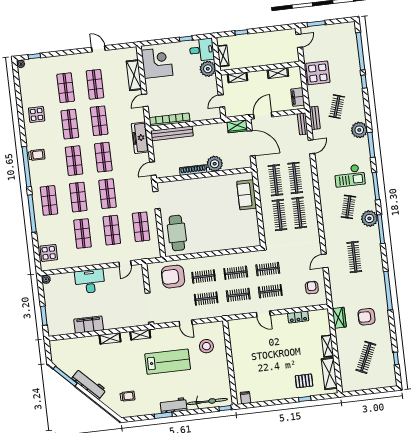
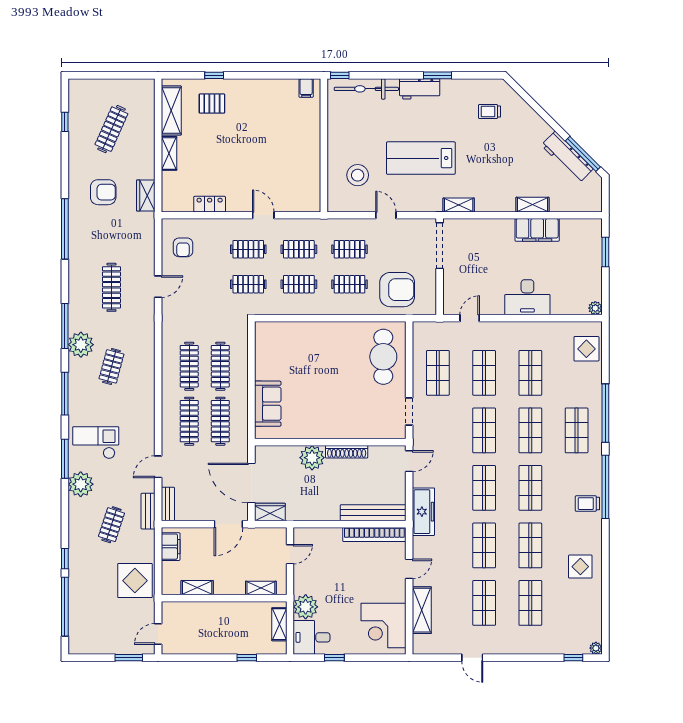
checkout: (350, 176) -> (96, 443), moved
shelving: (110, 338) -> (532, 205), moved
workbench: (89, 384) -> (567, 157), moved

